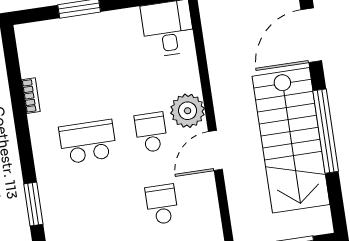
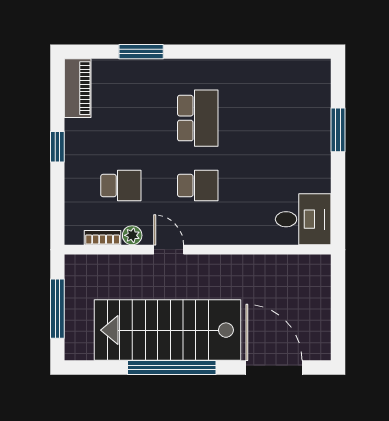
bookcase: (31, 96) -> (103, 238), moved, turned 180
plant: (188, 111) -> (132, 235), moved, width x0.53, depth x0.53
door: (215, 150) -> (169, 250), width x0.73

